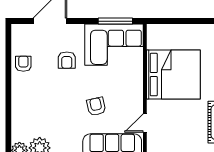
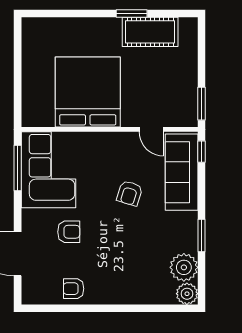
armchair: (96, 106) -> (130, 193), turned -61

